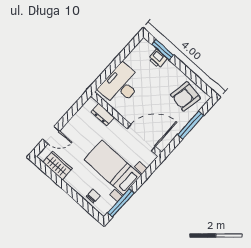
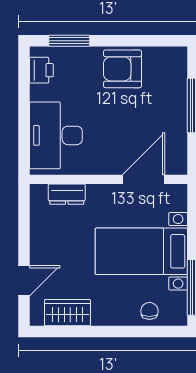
printer: (158, 59) -> (41, 70), moved, turned -90
armchair: (185, 96) -> (122, 69), moved, turned 80
door: (141, 138) -> (143, 179), width x0.73

